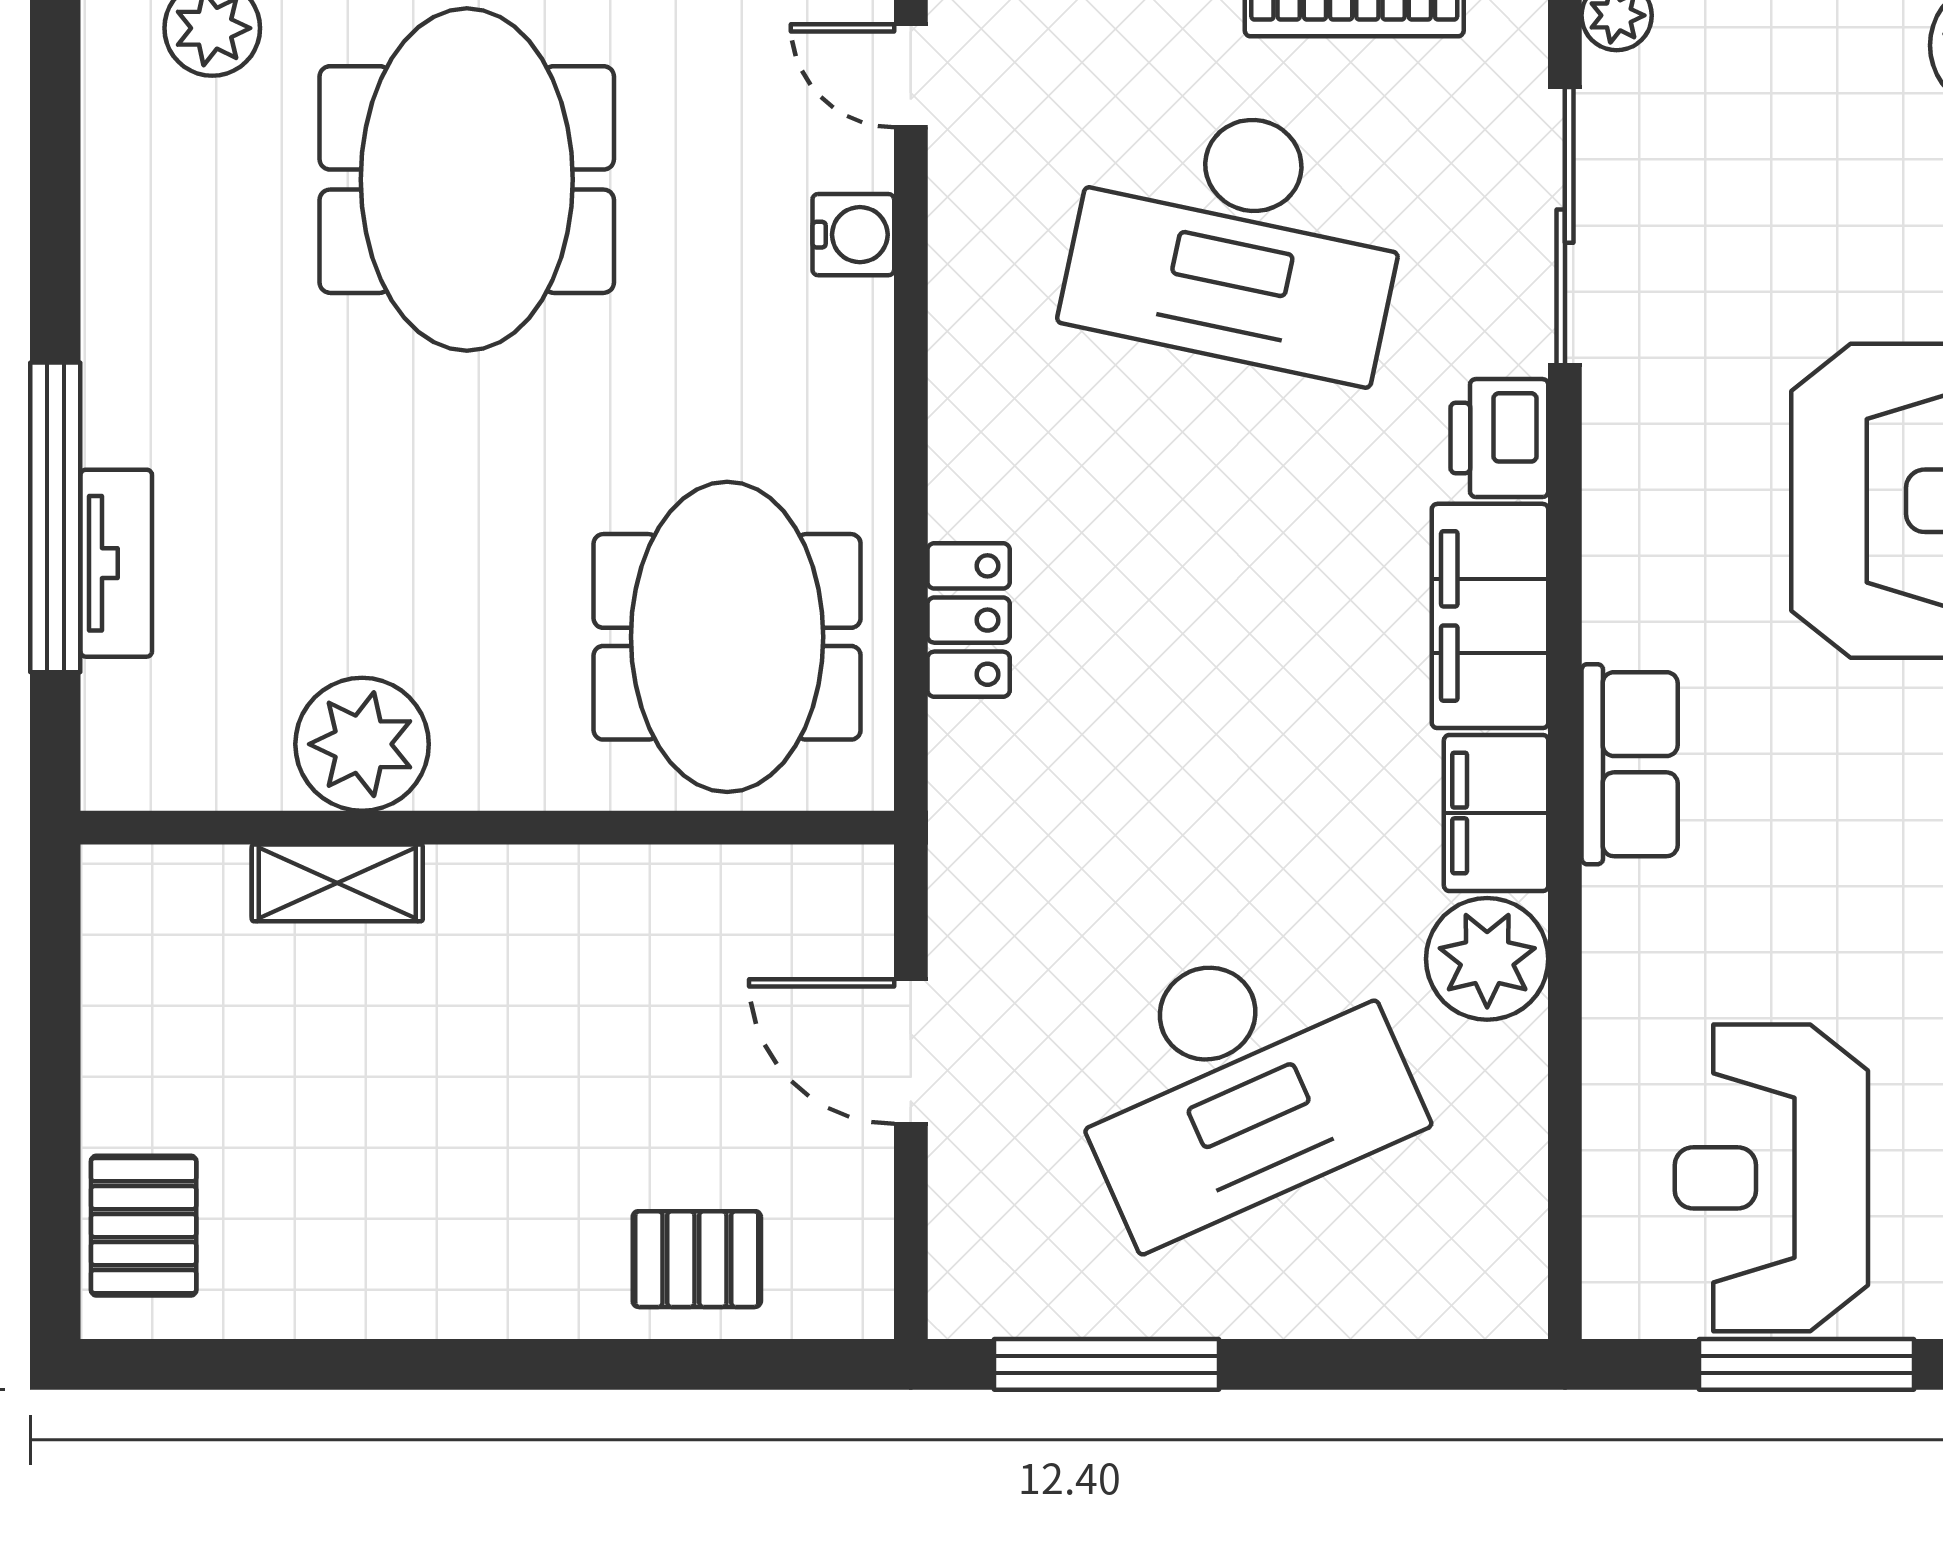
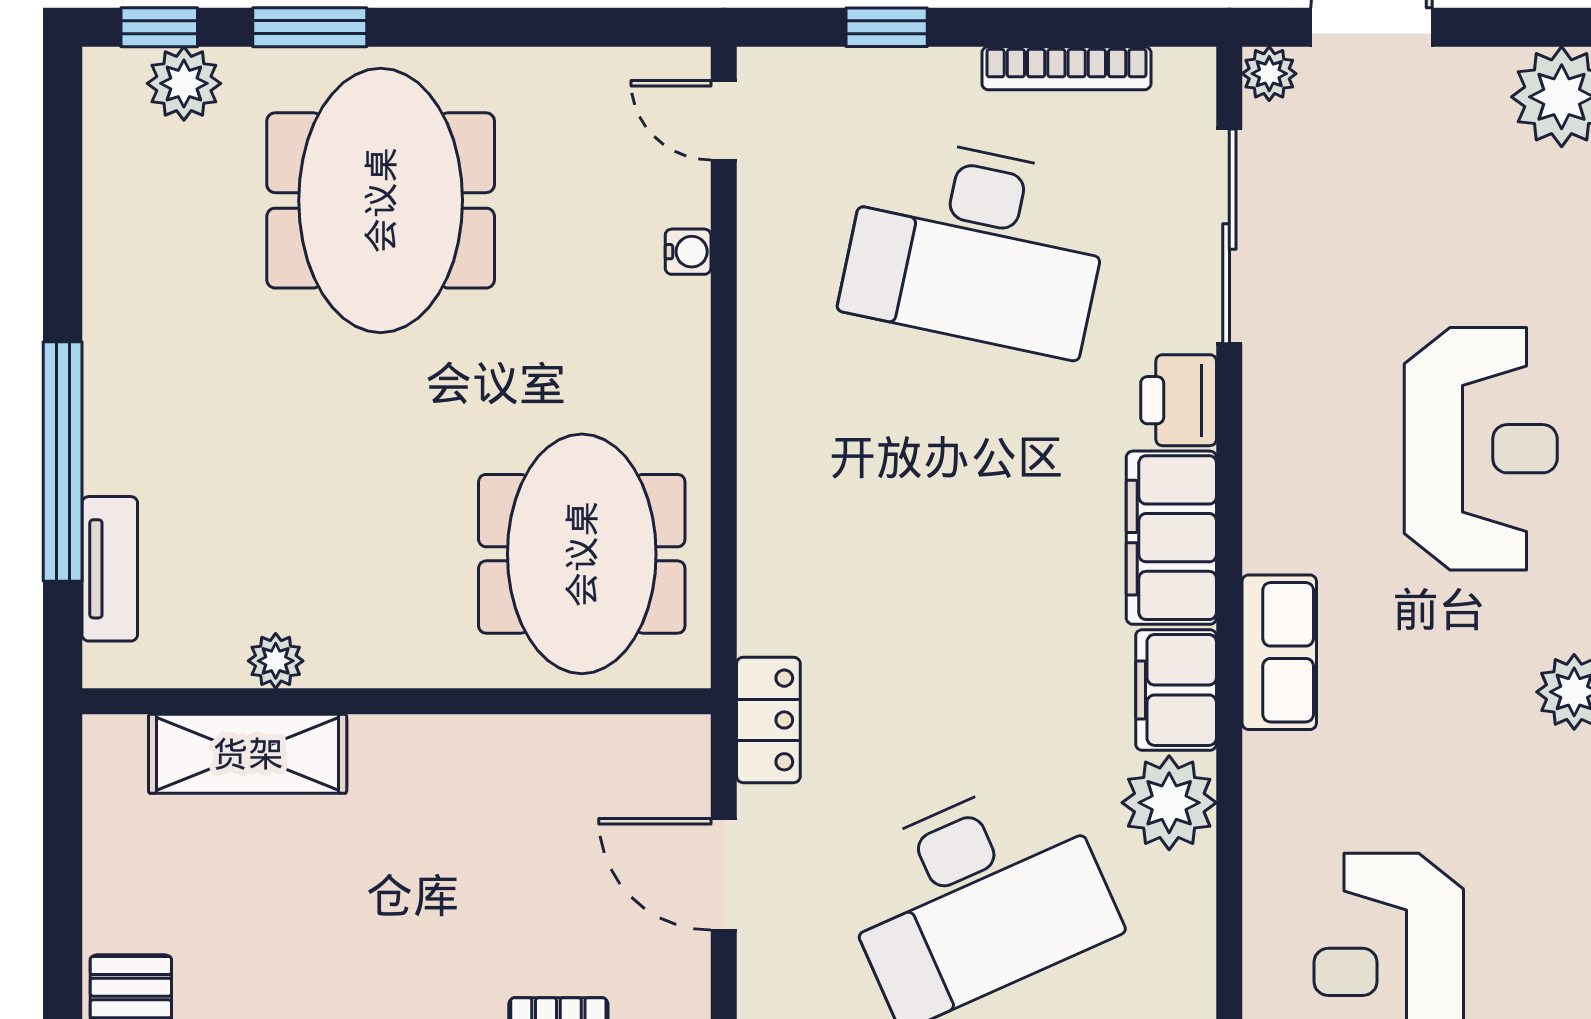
water cooler: (853, 235) -> (688, 252), width x0.72, depth x0.72
tv unit: (116, 563) -> (110, 569), moved
locker: (969, 620) -> (768, 720), moved
plant: (362, 744) -> (276, 661), width x0.53, depth x0.53
shelving: (337, 883) -> (248, 754), width x1.50, depth x1.33

